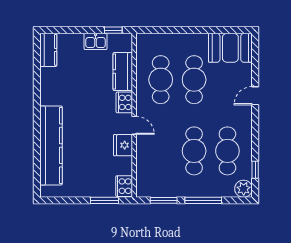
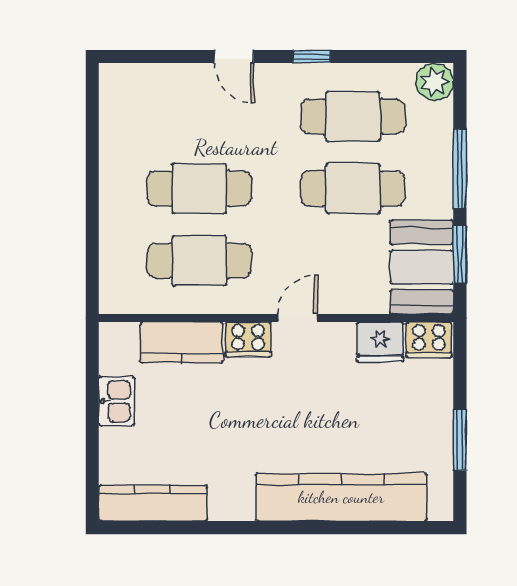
window: (113, 30) -> (92, 363), removed
booth: (230, 48) -> (422, 267), moved
kitchen counter: (48, 50) -> (153, 503), width x1.50
fridge: (123, 145) -> (380, 342), moved
window: (255, 170) -> (312, 57), moved
window: (105, 200) -> (460, 440), moved

